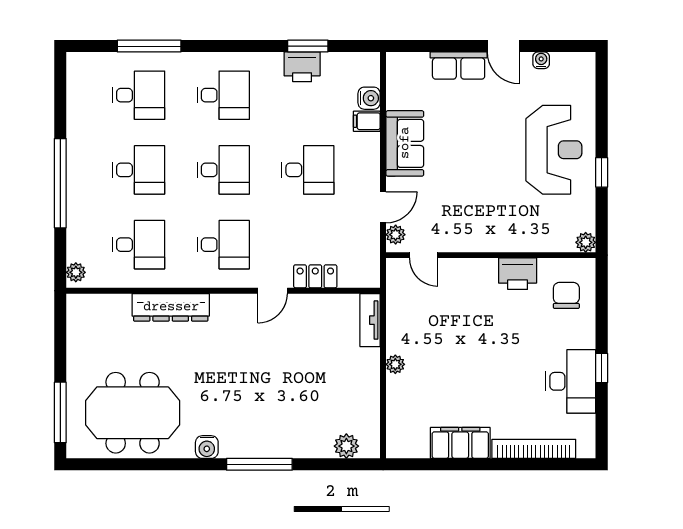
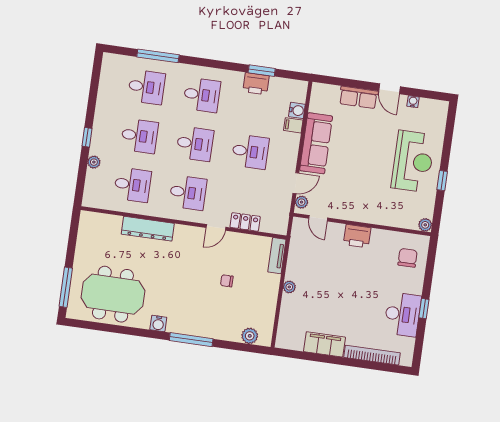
sofa: (405, 143) -> (316, 143), width x1.36
window: (60, 183) -> (87, 137), width x0.32
plant: (76, 272) -> (94, 162), moved
printer: (518, 274) -> (357, 236), moved
chair: (300, 368) -> (227, 281), added

